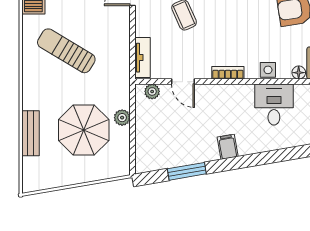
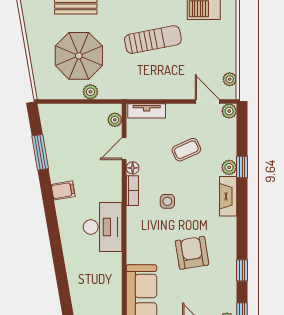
sun lounger: (66, 51) -> (153, 40), turned 48
side table: (268, 70) -> (167, 201), moved
floor lamp: (299, 73) -> (133, 168), moved
desk: (274, 105) -> (103, 227), width x1.37

